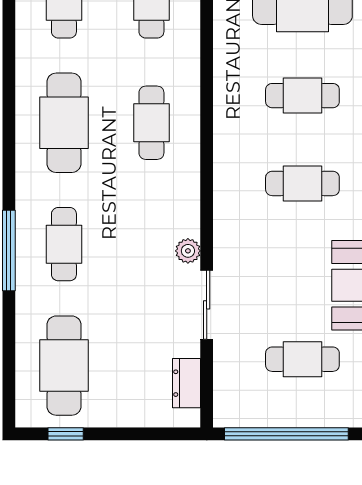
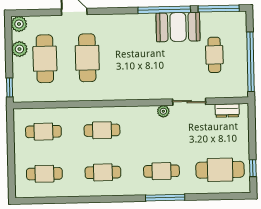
cafe table: (302, 96) -> (87, 58), width x1.37, depth x1.35
cafe table: (64, 123) -> (103, 172), width x0.73, depth x0.74
cafe table: (302, 183) -> (130, 57), removed

